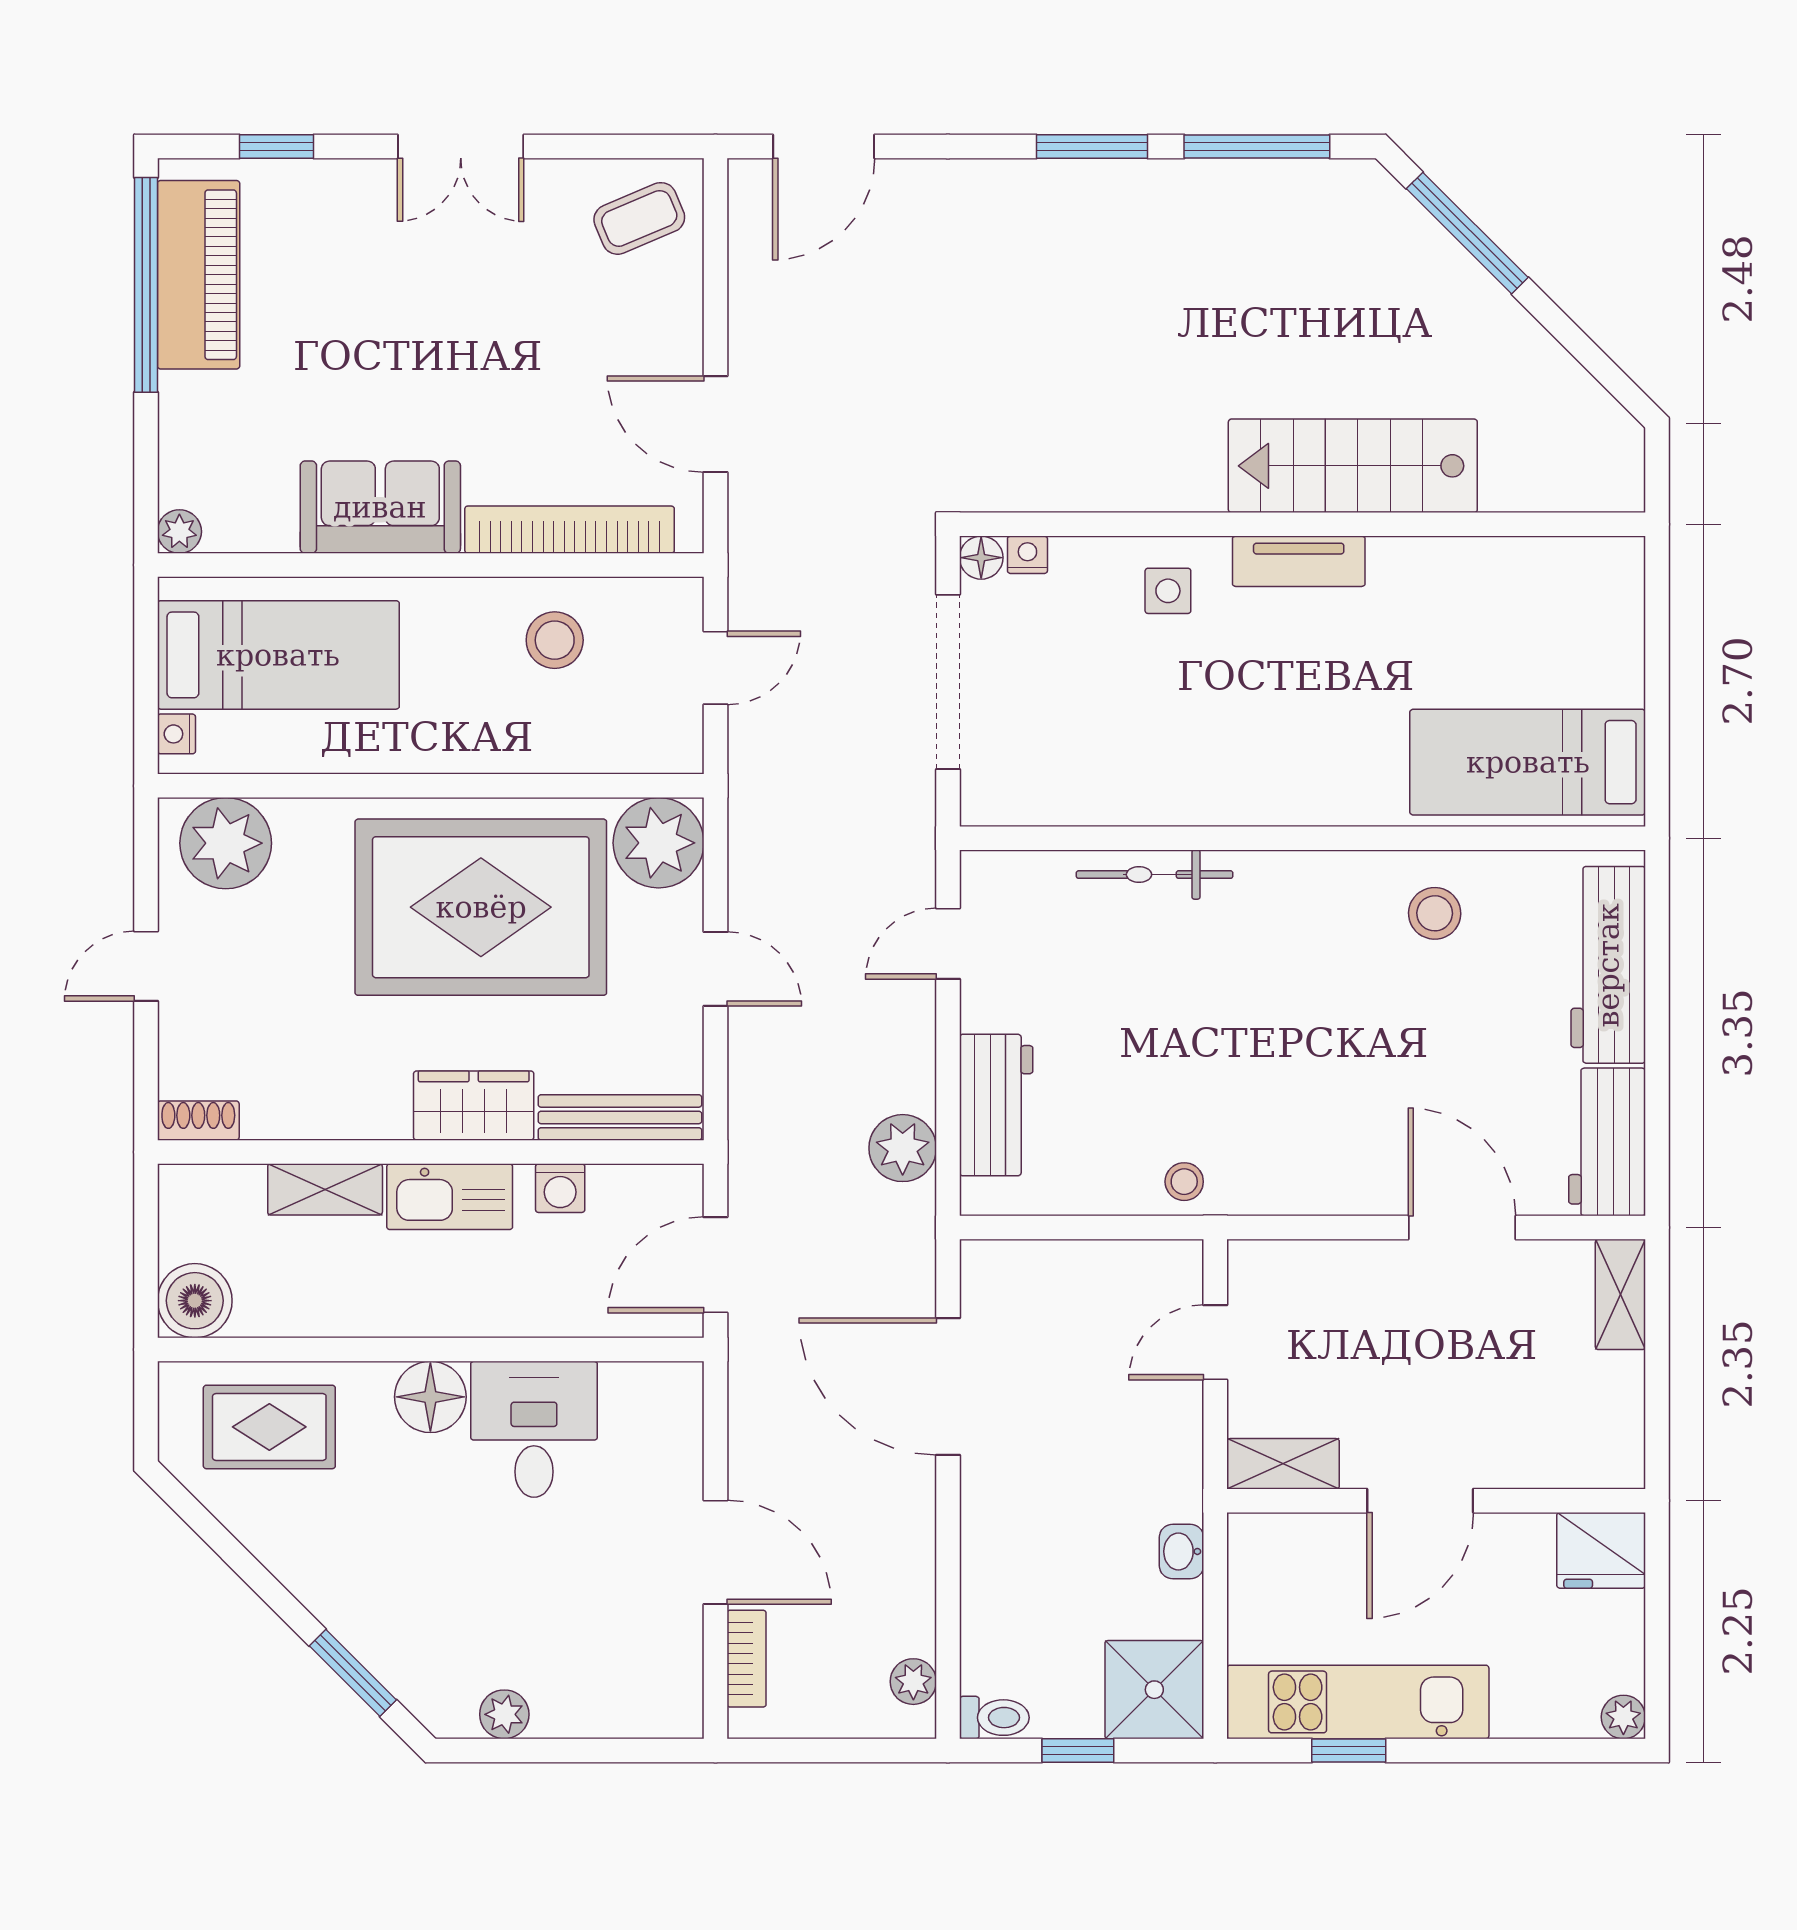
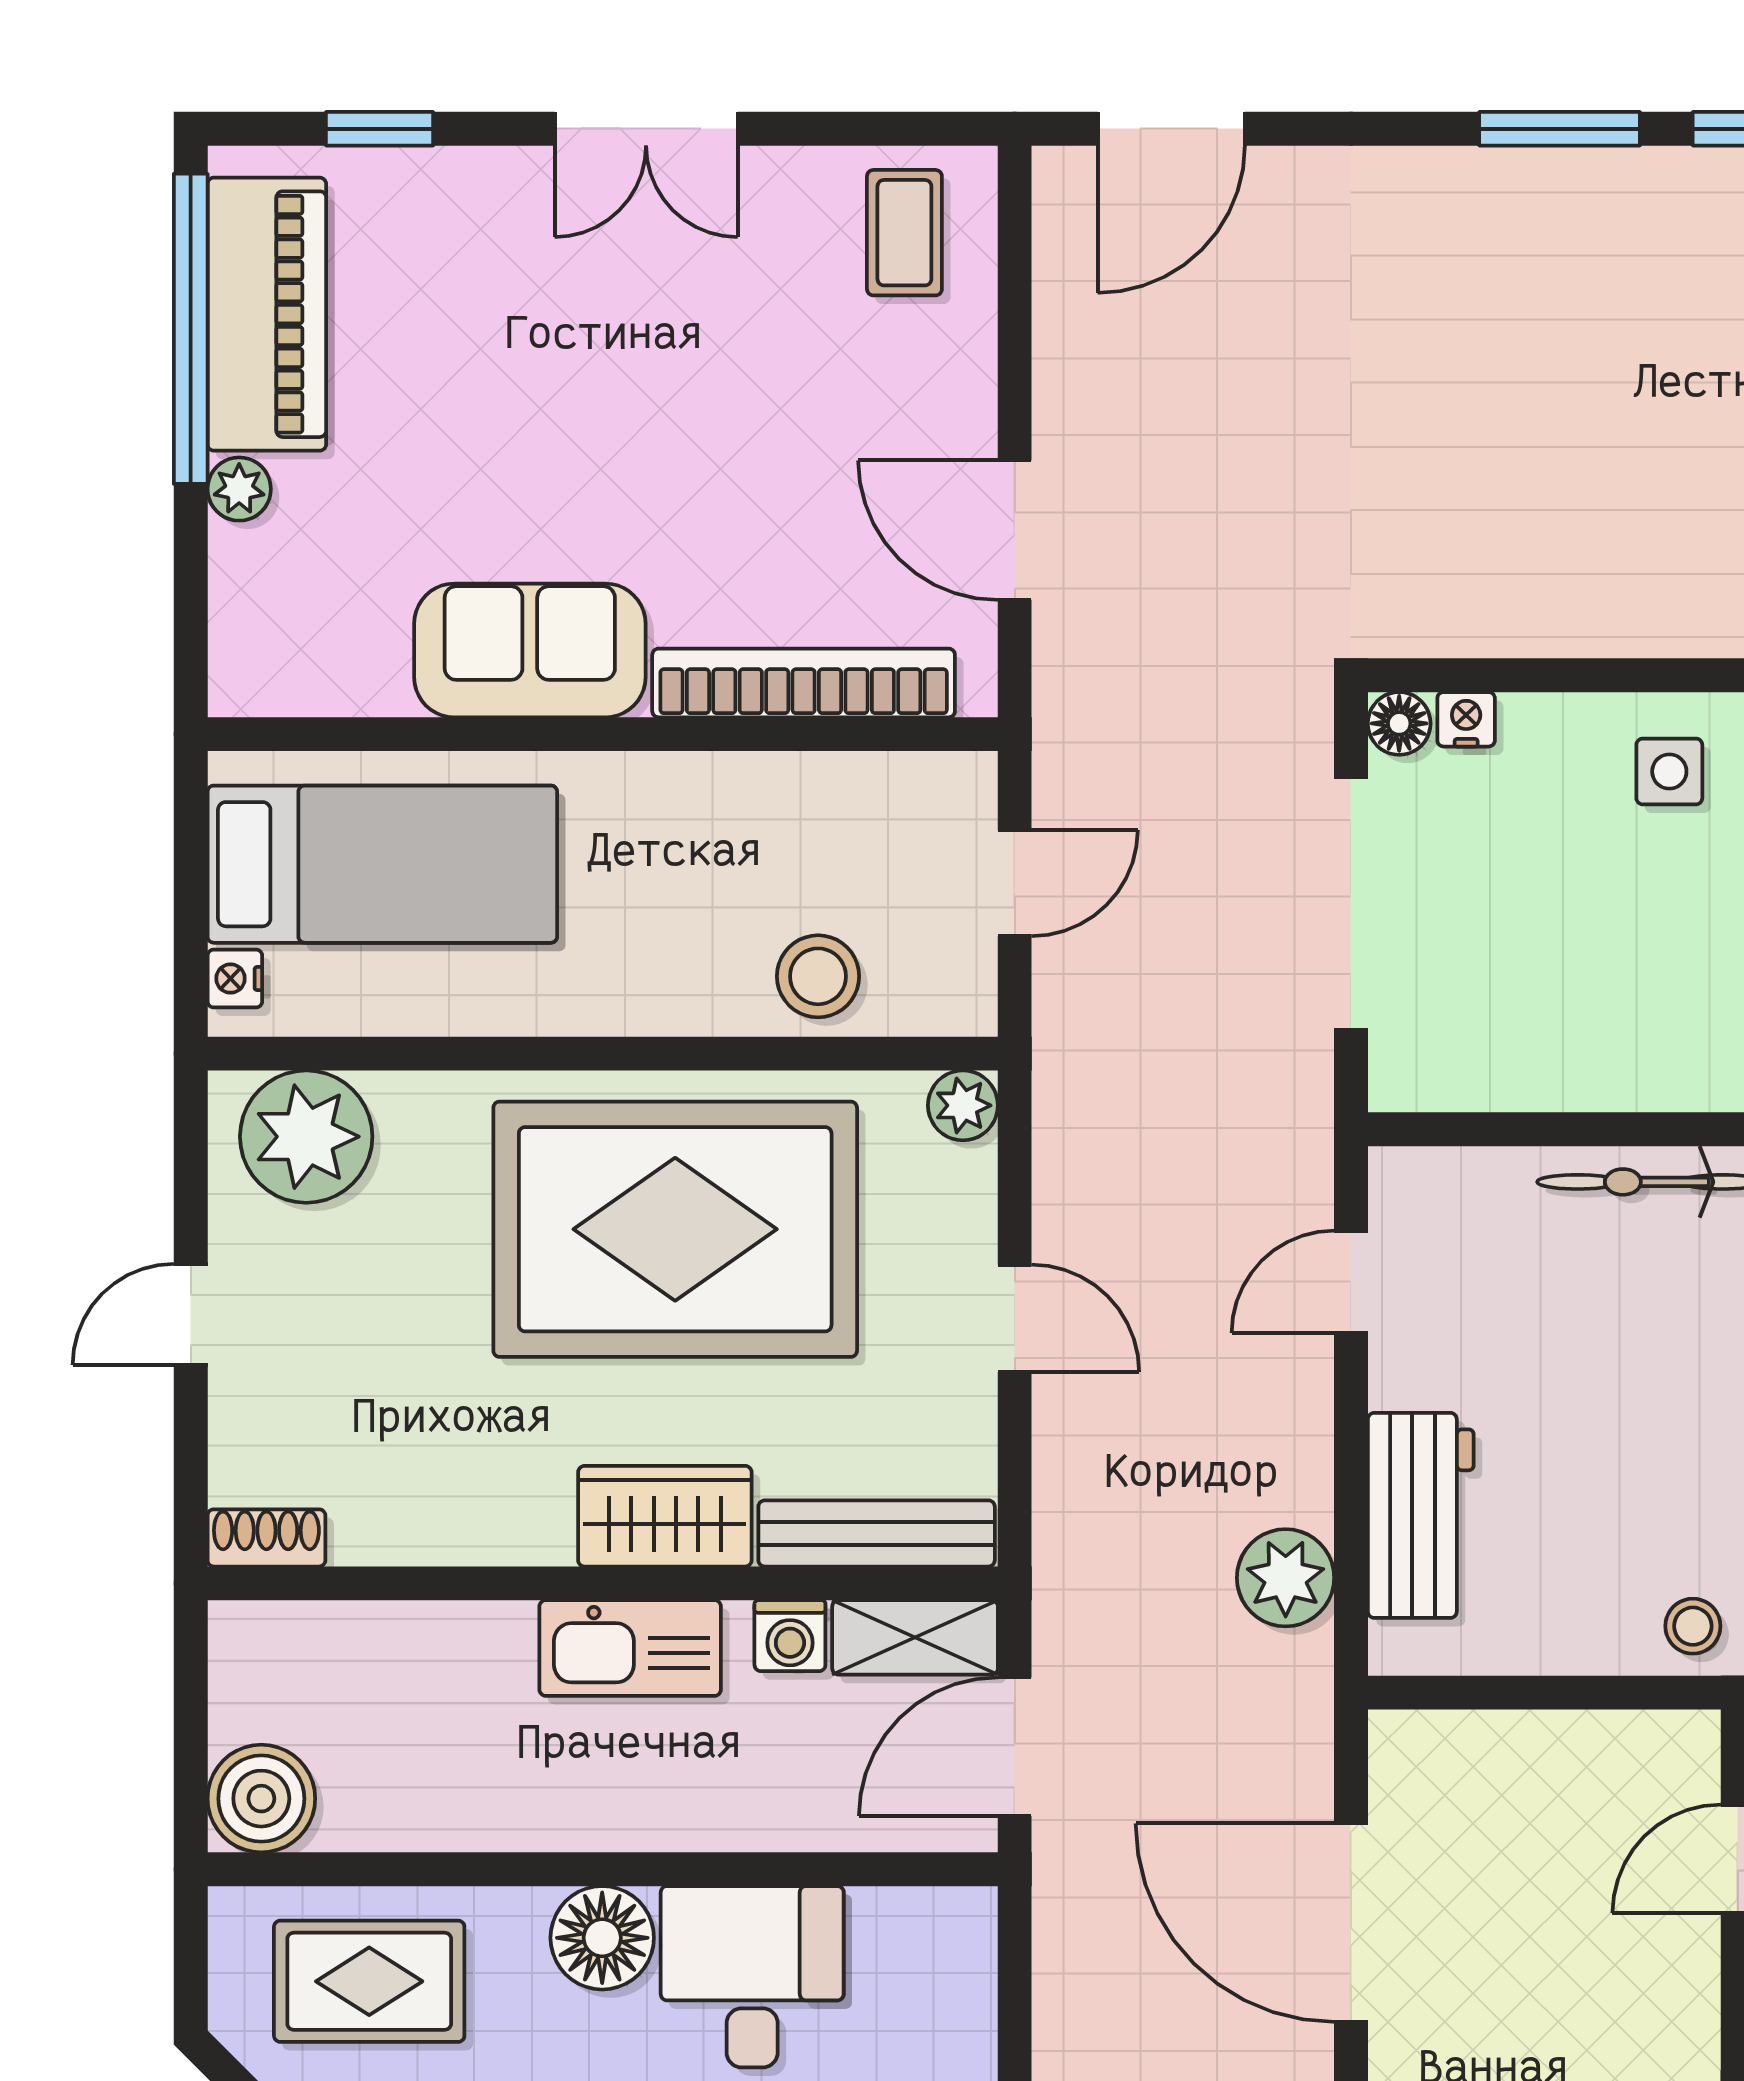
coffee table: (639, 218) -> (904, 233), turned -67
plant: (179, 532) -> (239, 489), moved
stool: (555, 640) -> (818, 976), moved
plant: (659, 843) -> (963, 1105), width x0.53, depth x0.53
shelving: (325, 1189) -> (915, 1637), moved

